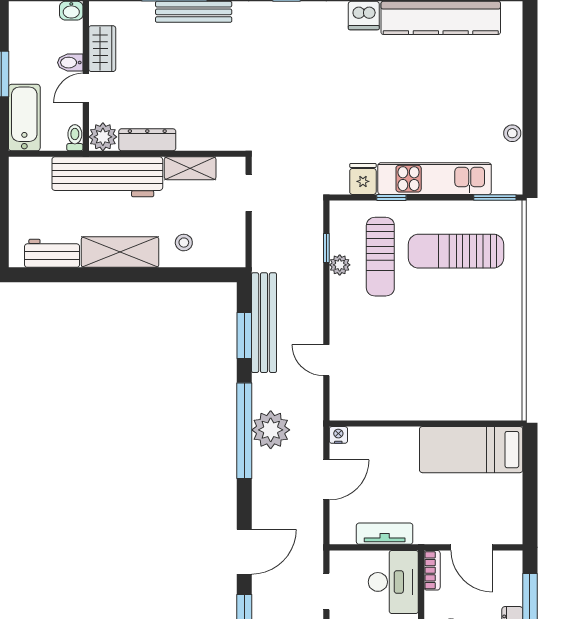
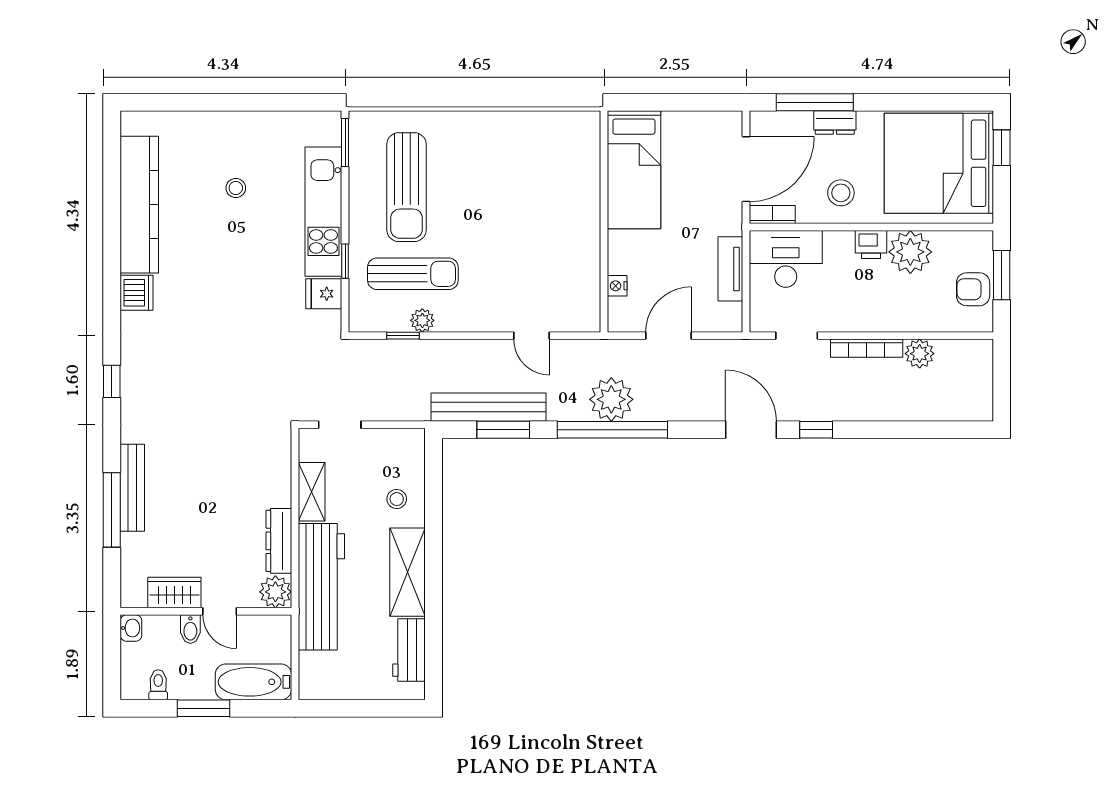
stool: (512, 133) -> (236, 188), moved
toilet: (75, 138) -> (158, 685), moved, turned 90
door: (326, 360) -> (532, 336), hinge flipped
nightstand: (338, 435) -> (617, 286), moved
door: (326, 480) -> (669, 336), hinge flipped
door: (472, 547) -> (746, 169), width x1.36

